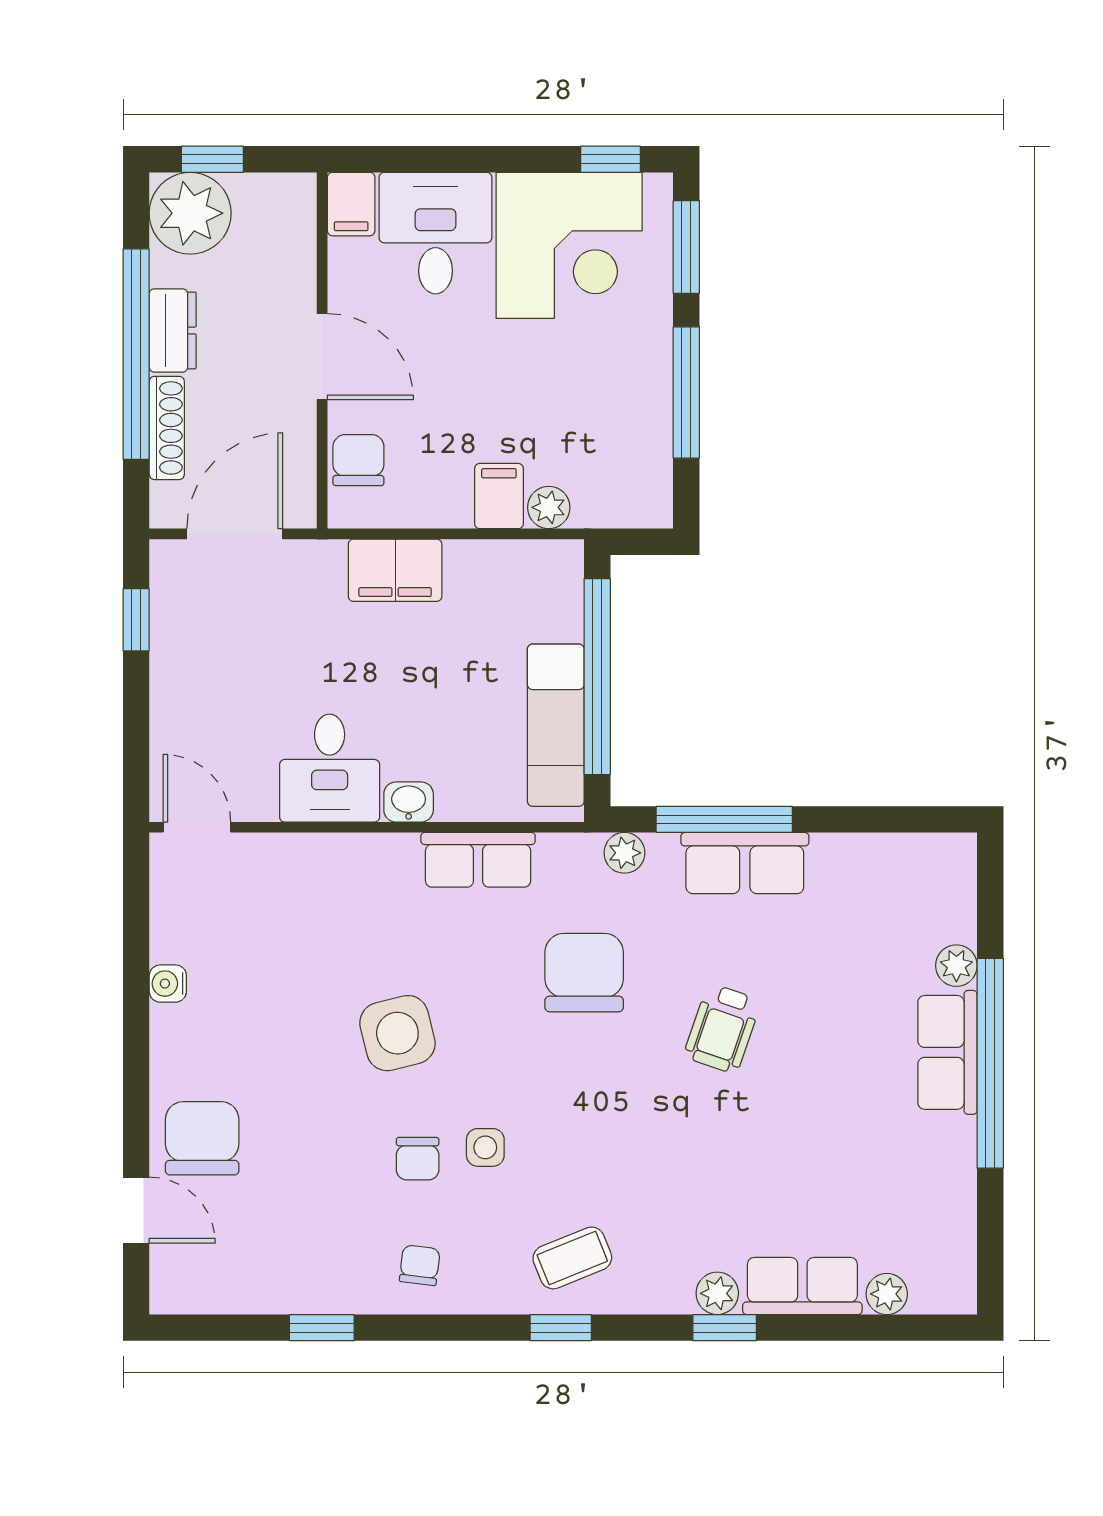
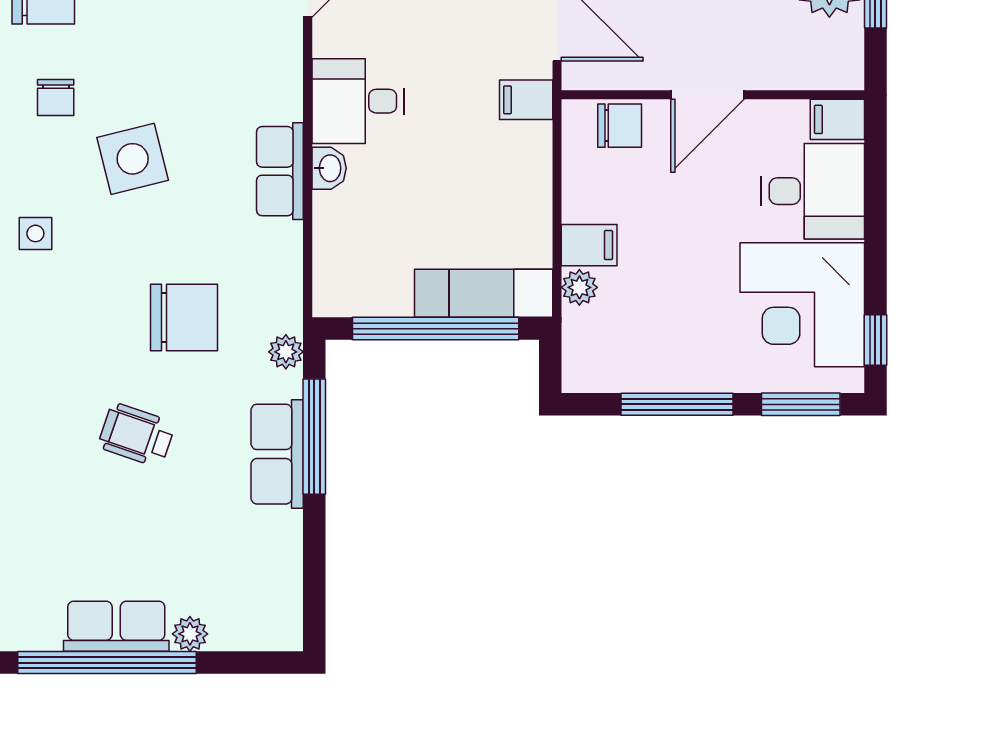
filing cabinet: (395, 570) -> (526, 100), moved, width x0.50
exam couch: (556, 725) -> (484, 293), moved
row of seats: (478, 860) -> (280, 171), moved
chair: (418, 1159) -> (56, 97), moved, turned -90

